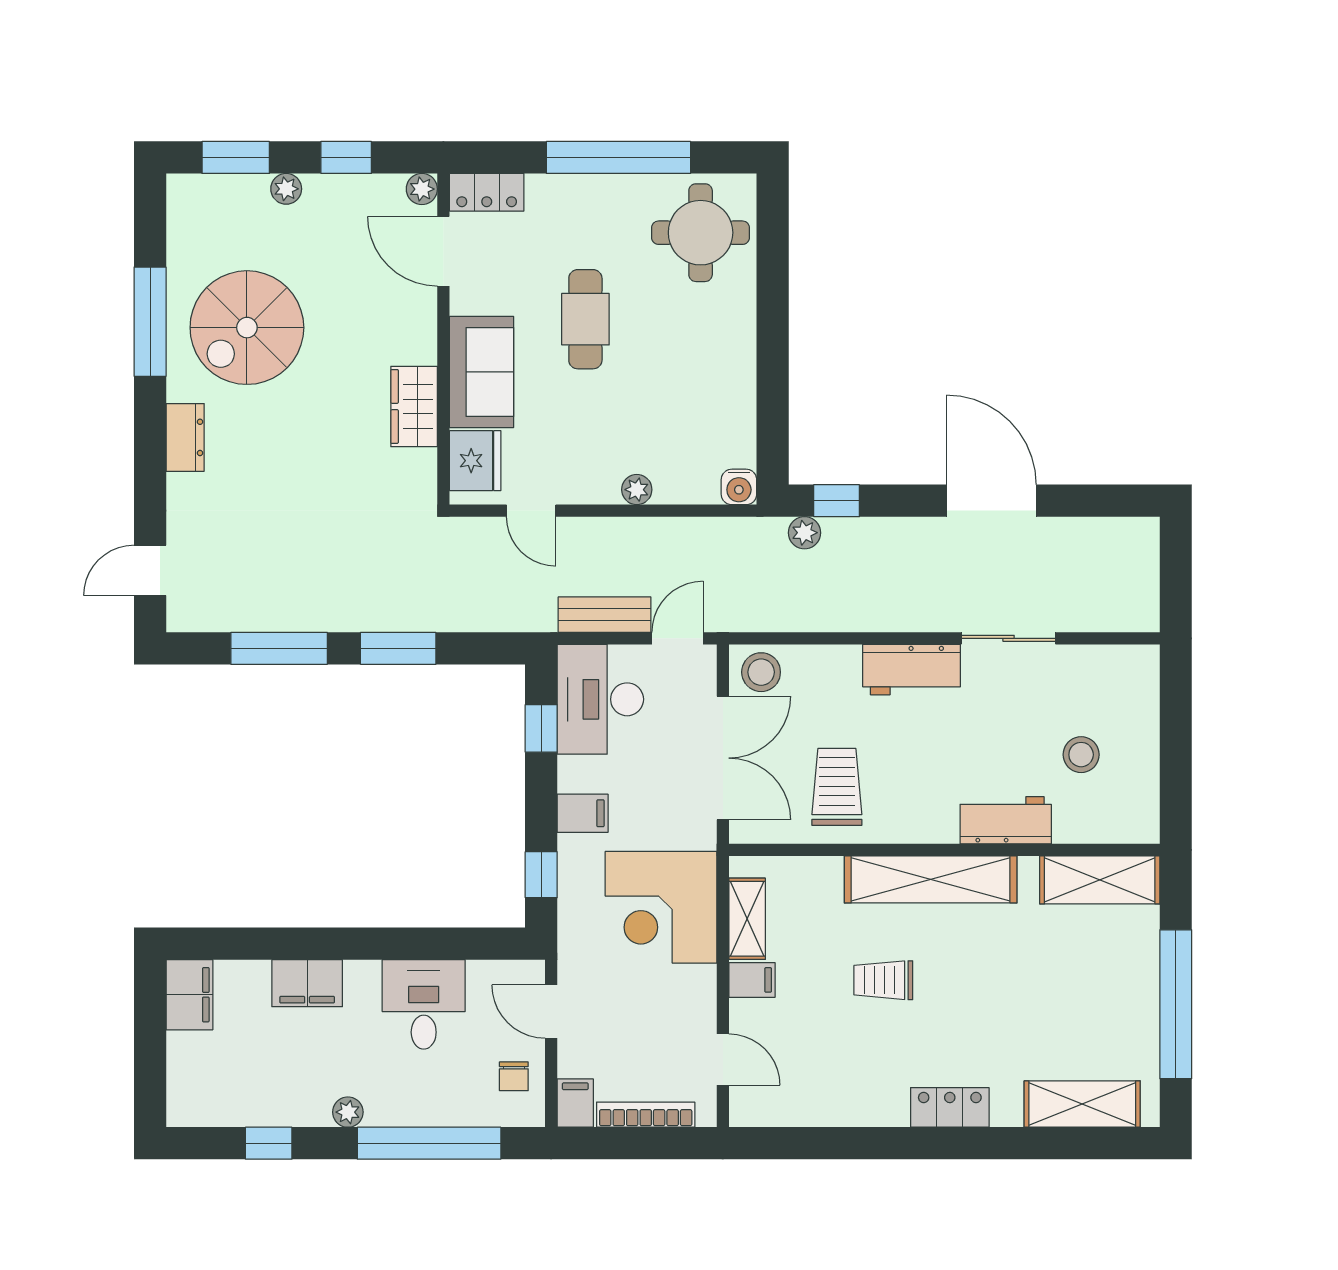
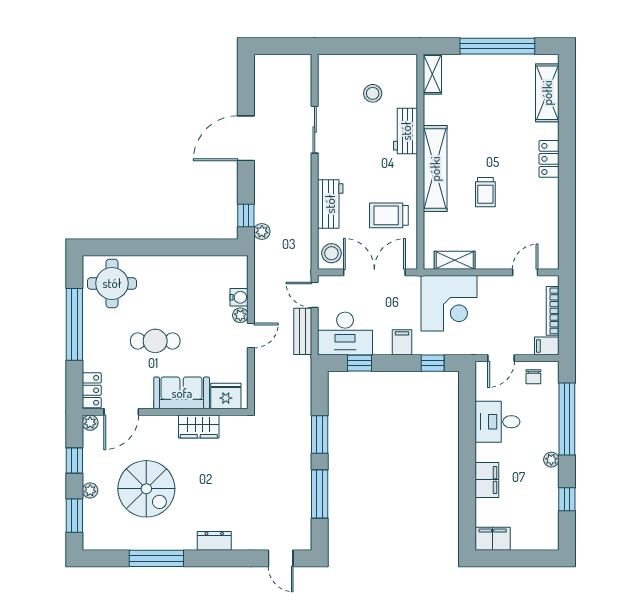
spiral stairs: (247, 328) -> (146, 489), moved
water cooler: (739, 487) -> (239, 297), moved
door: (531, 511) -> (251, 335), moved
workbench: (912, 670) -> (330, 204), moved
shelving: (1100, 880) -> (432, 74), width x0.67, depth x0.75
filing cabinet: (752, 980) -> (485, 258), removed
chair: (514, 1076) -> (533, 377), turned 90

